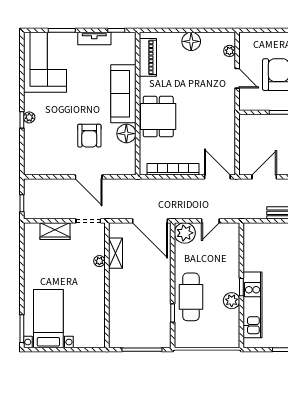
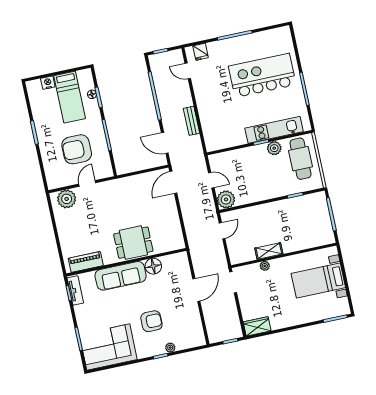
tv unit: (94, 39) -> (75, 290), moved
floor lamp: (191, 41) -> (65, 228), removed
plant: (230, 51) -> (67, 199), width x1.88, depth x1.88
plant: (29, 117) -> (170, 348), moved
armchair: (89, 136) -> (151, 321), moved
bookcase: (173, 169) -> (175, 221), removed
door: (150, 221) -> (222, 231), width x0.53
wardrobe: (55, 231) -> (257, 326), moved, turned -90
shelving: (115, 253) -> (269, 251), moved
cafe table: (191, 297) -> (301, 159), moved, turned 90
bed with nightstands: (48, 319) -> (318, 280), moved

